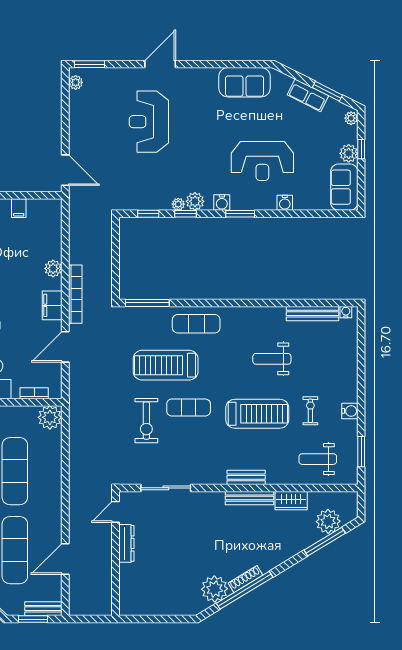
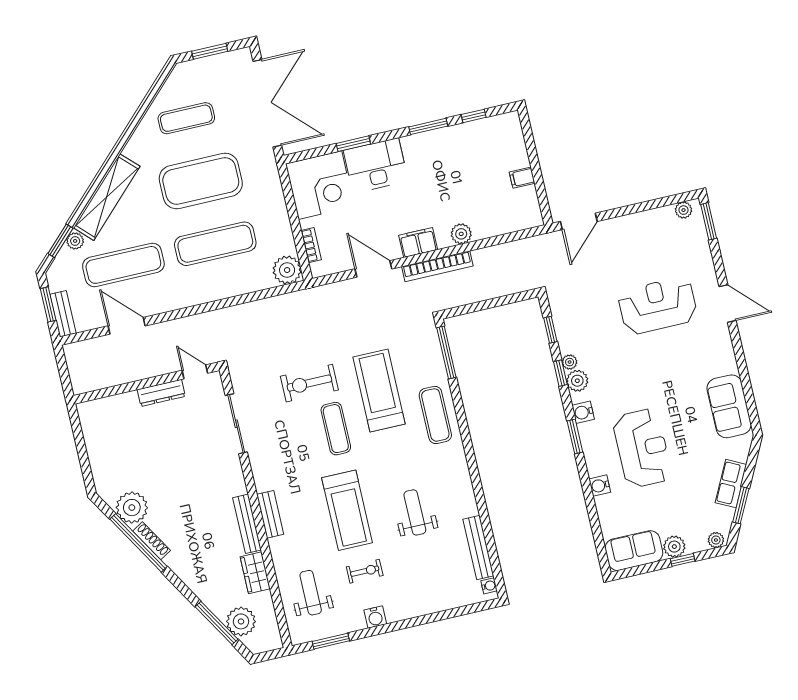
reception desk: (262, 161) -> (642, 448), turned 180

